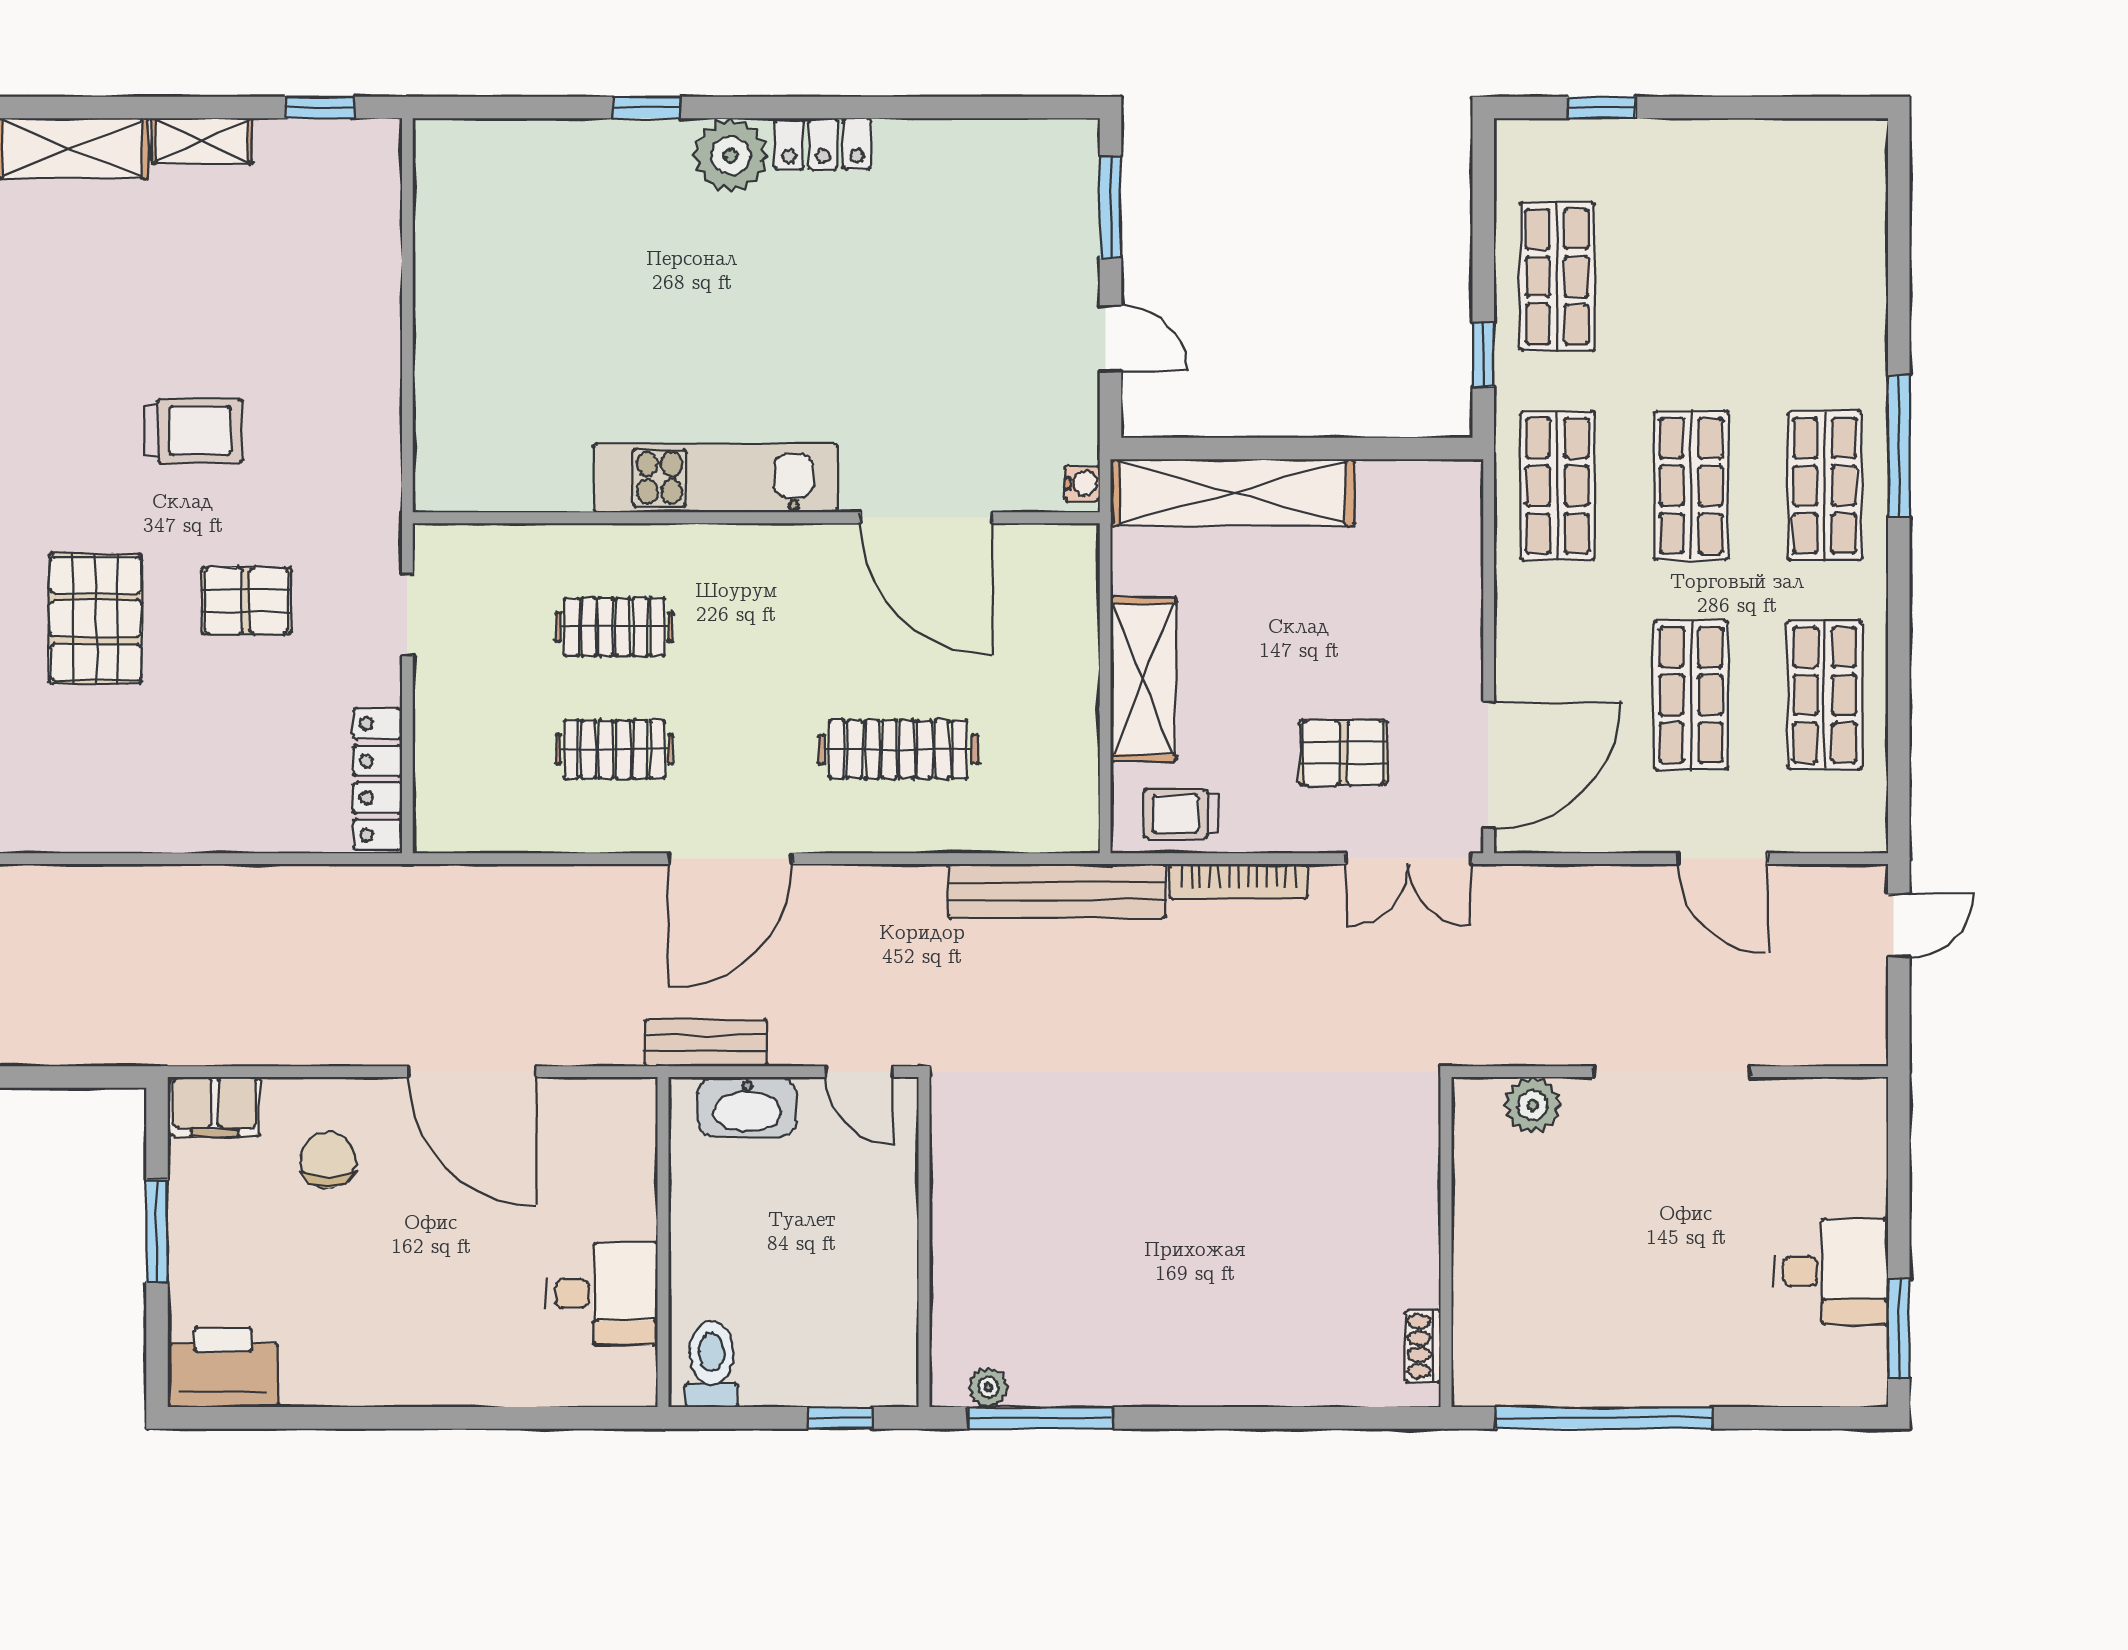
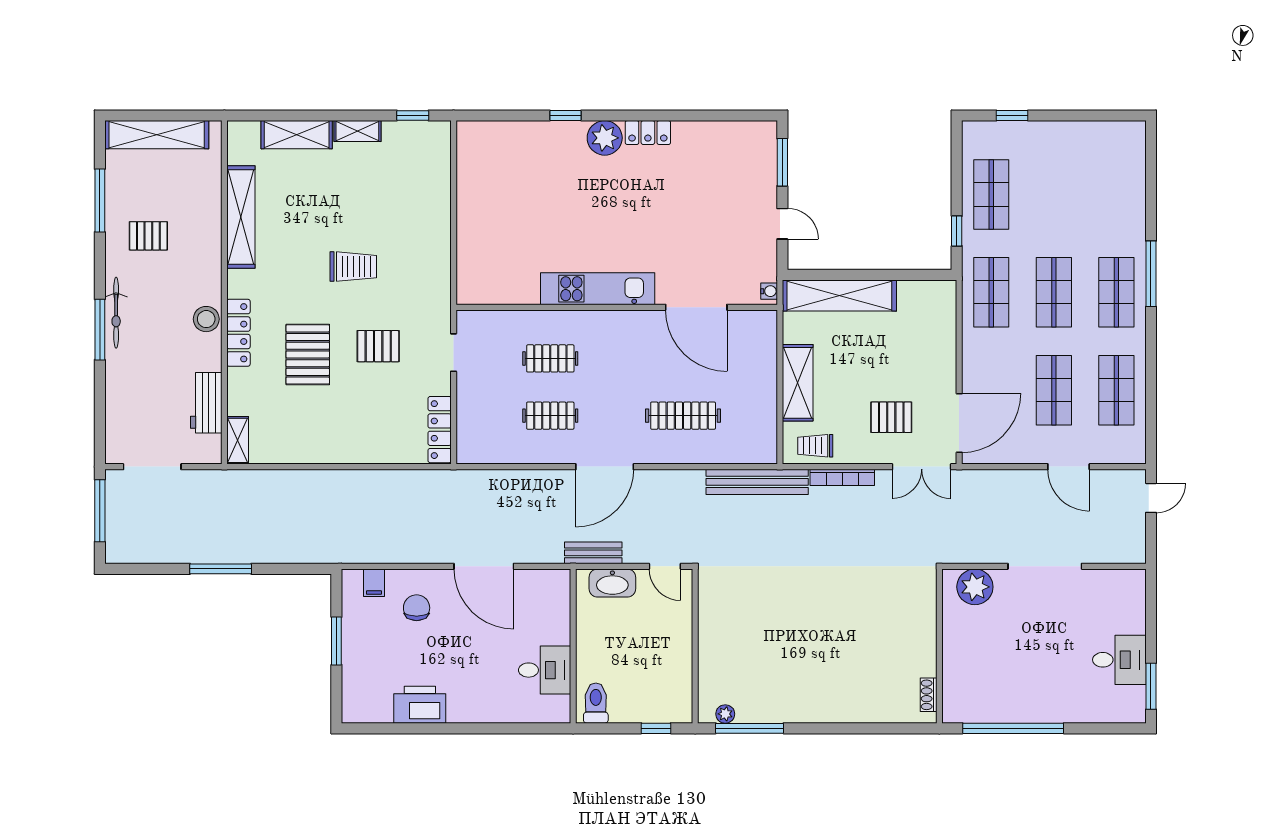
plant: (1533, 1105) -> (975, 587), width x1.36, depth x1.36
filing cabinet: (215, 1107) -> (374, 583), width x0.50
printer: (223, 1367) -> (420, 705), moved

